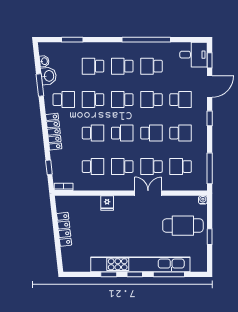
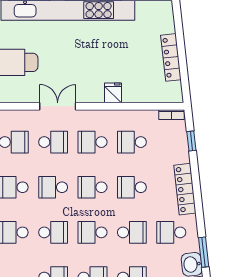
school desk: (122, 100) -> (92, 232), turned 180
school desk: (122, 167) -> (92, 142), turned 180
double door: (148, 193) -> (58, 106), swing flipped

